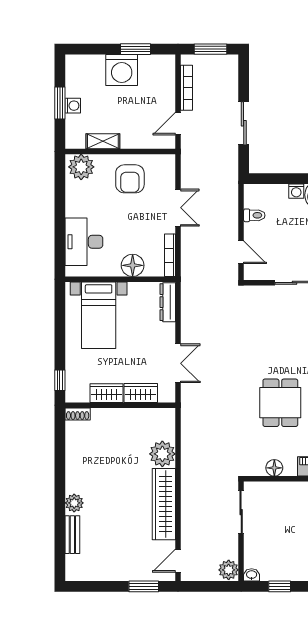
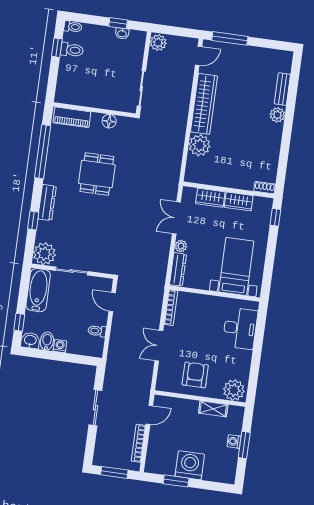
floor lamp: (133, 265) -> (203, 303), removed
plant: (168, 330) -> (181, 246), added
washbasin: (252, 575) -> (122, 33), moved
window: (144, 586) -> (230, 38), width x1.44

